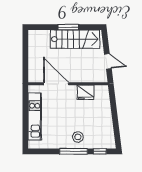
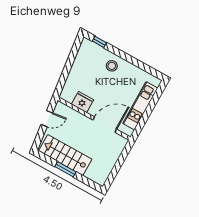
door: (108, 61) -> (47, 119), swing flipped
door: (56, 84) -> (105, 125), swing flipped
window: (73, 151) -> (123, 55), removed

